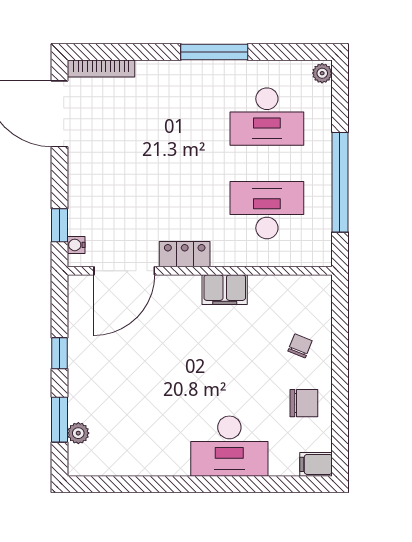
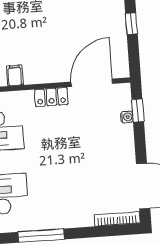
water cooler: (76, 245) -> (127, 117), moved
filing cabinet: (225, 290) -> (15, 75), width x0.50

